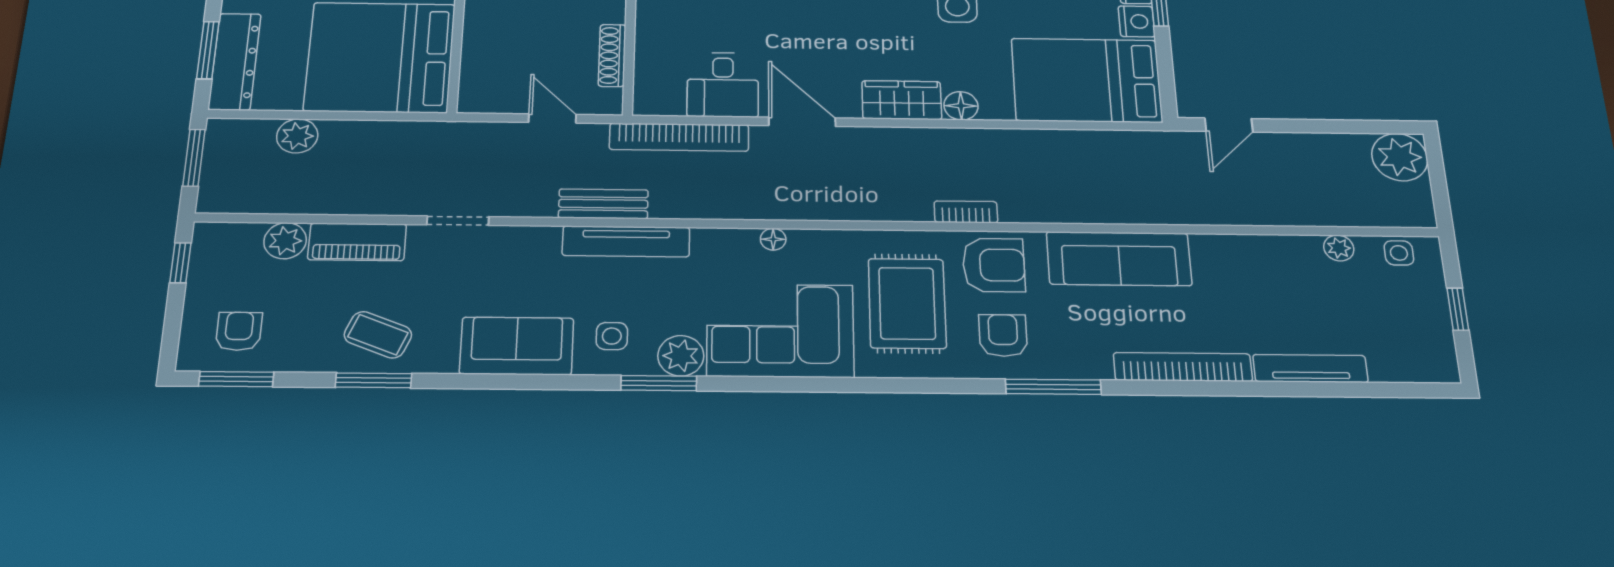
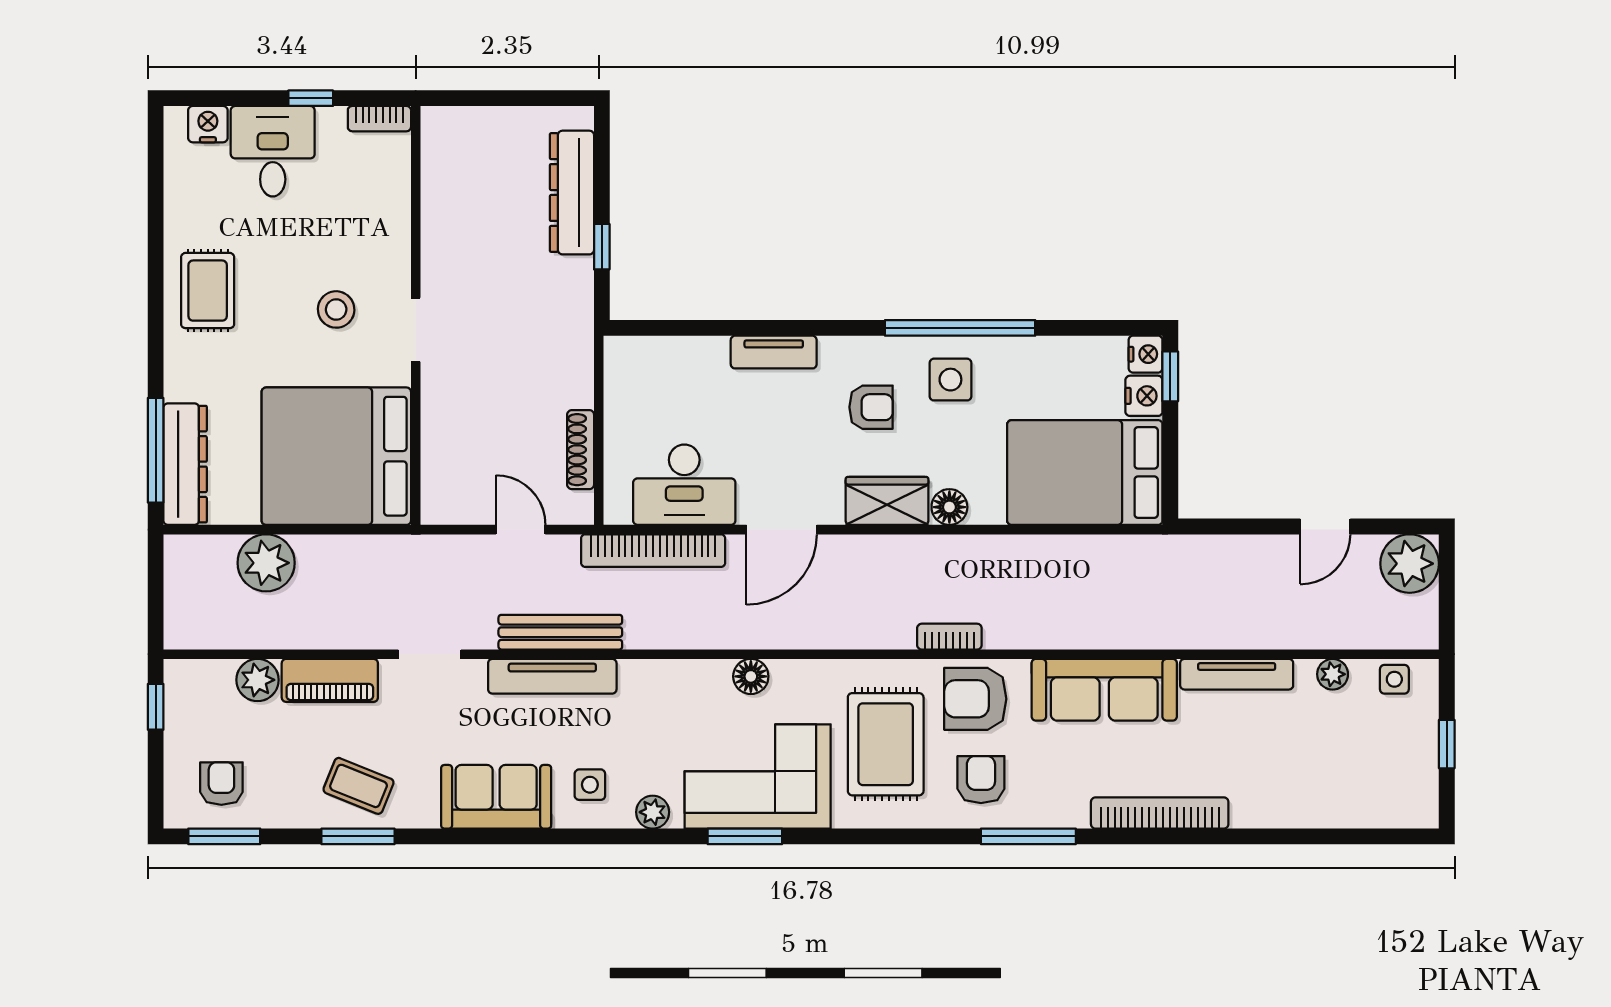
armchair: (885, 26) -> (871, 407), added
window: (208, 50) -> (156, 450), width x1.44
desk: (723, 85) -> (684, 485), width x1.37
door: (802, 122) -> (782, 530), swing flipped
door: (1229, 125) -> (1325, 526), moved
plant: (297, 136) -> (266, 563), width x1.36, depth x1.36
window: (194, 158) -> (156, 583), removed
bench: (603, 204) -> (560, 632), width x1.36
floor lamp: (773, 239) -> (751, 676), width x1.37, depth x1.37
tv unit: (626, 241) -> (552, 676), moved
armchair: (994, 265) -> (975, 699), turned 180
plant: (681, 356) -> (653, 812), width x0.73, depth x0.73
tv unit: (1310, 368) -> (1237, 674), moved, turned 180
window: (659, 383) -> (745, 836), moved

